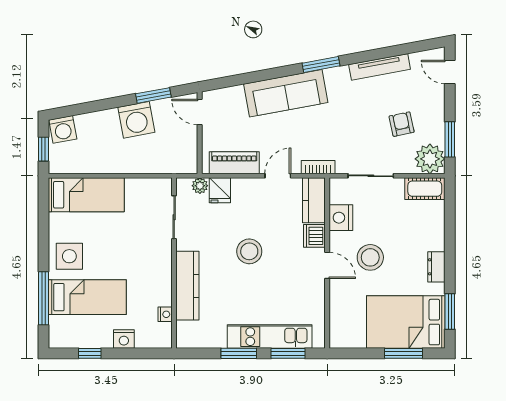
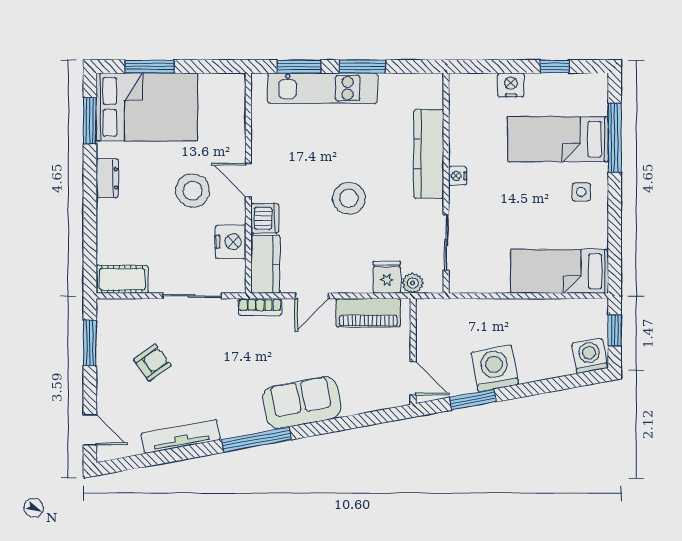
window: (321, 65) -> (256, 440), width x1.44
sofa: (286, 93) -> (302, 403), width x0.73
armchair: (402, 124) -> (152, 363), turned -114
plant: (430, 159) -> (116, 318), removed
side table: (69, 256) -> (581, 192), width x0.54, depth x0.54
nightstand: (165, 314) -> (458, 176), moved

